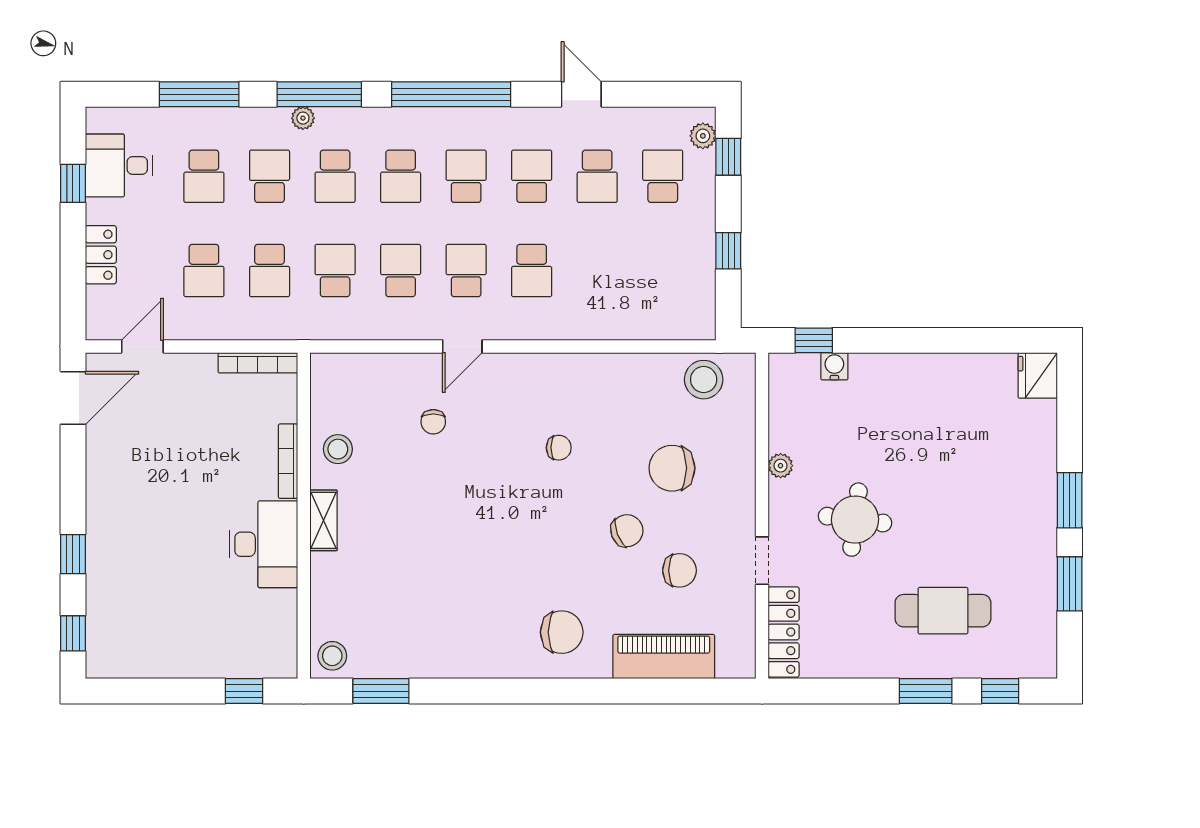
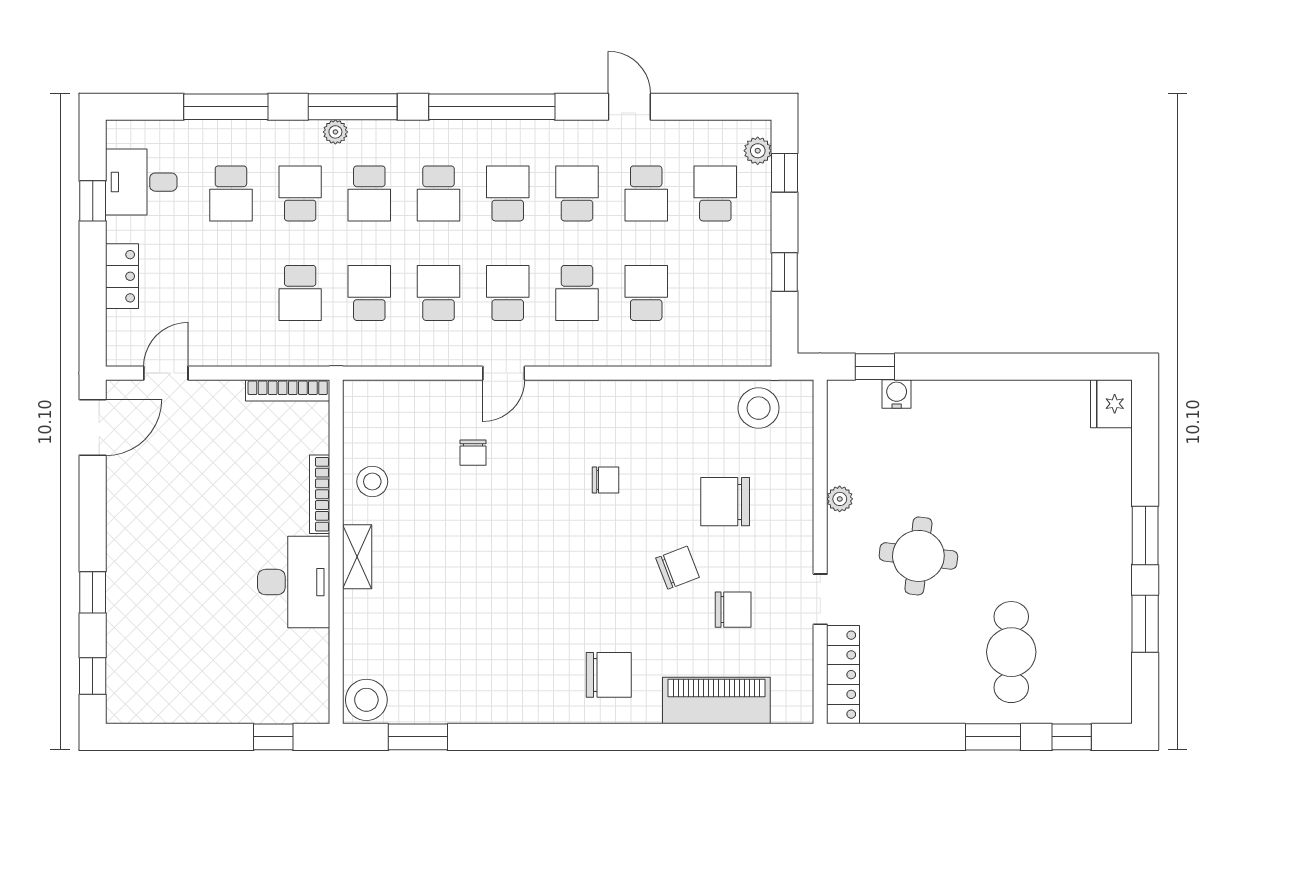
school desk: (204, 271) -> (646, 293), moved, turned 180
cafe table: (943, 611) -> (1011, 652), turned 90
stool: (332, 656) -> (366, 700), width x1.38, depth x1.38

